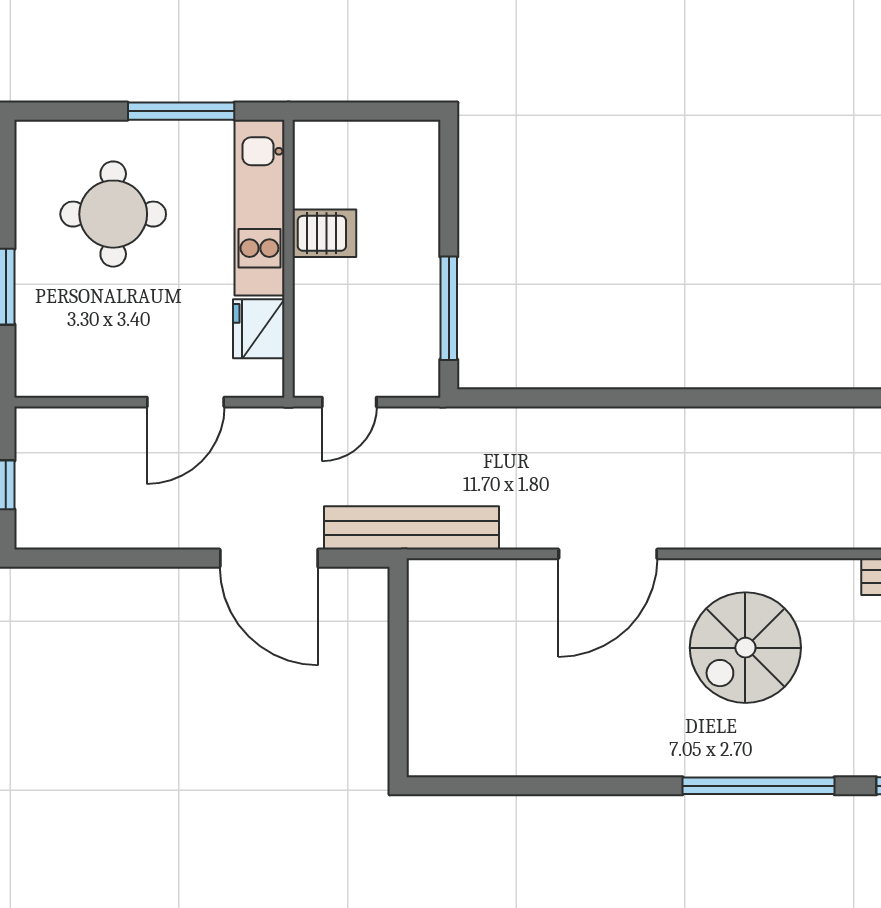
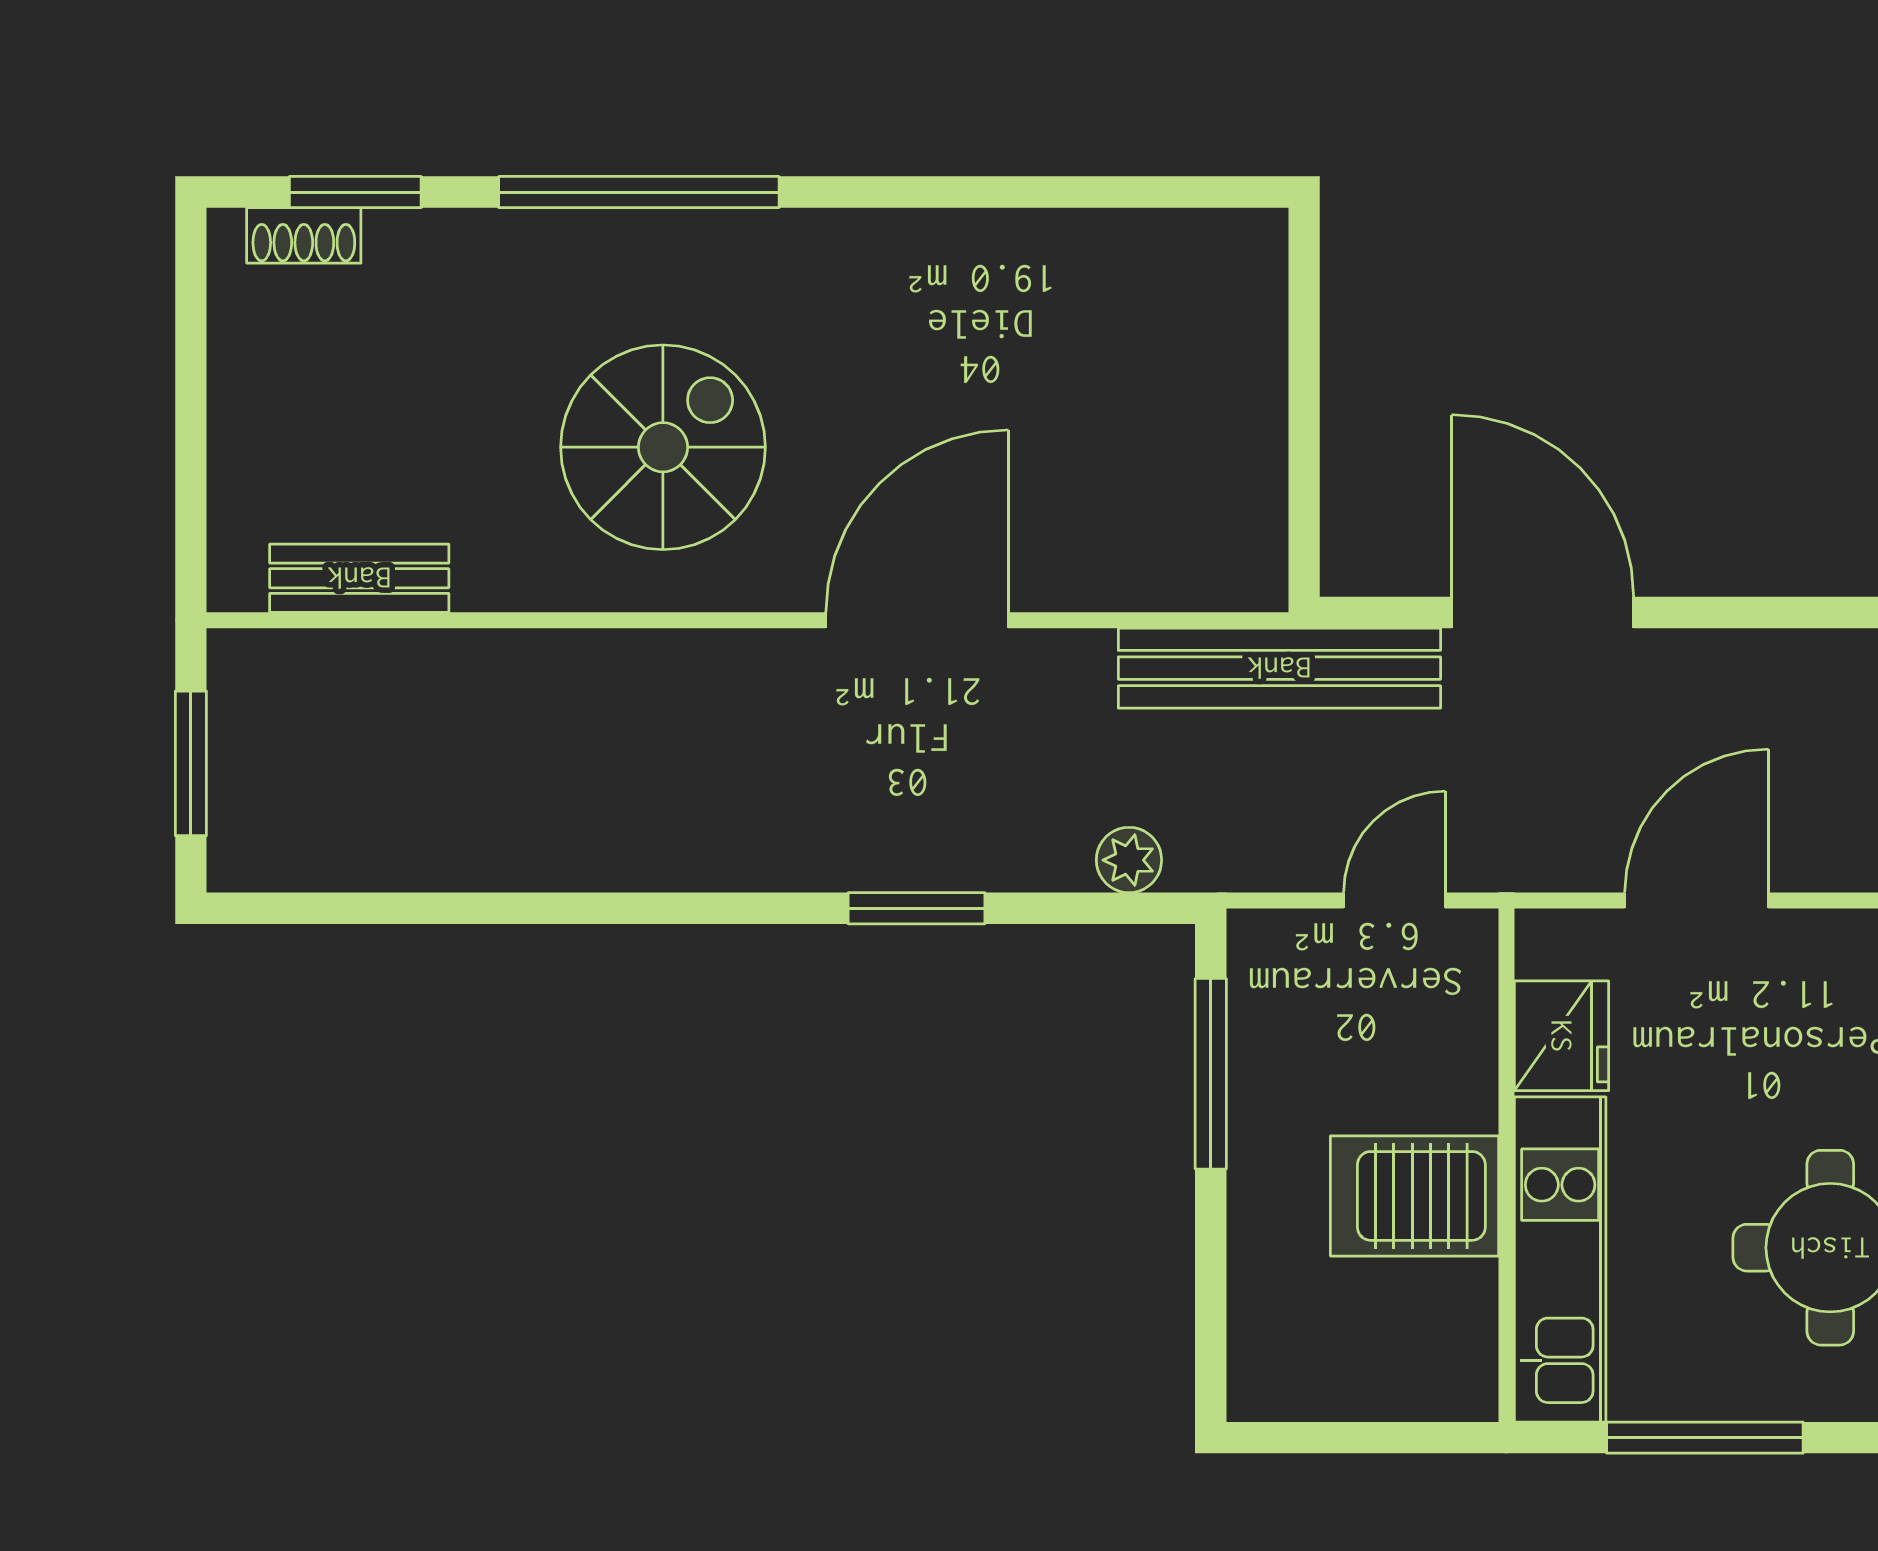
server rack: (324, 233) -> (1415, 1196), width x1.36, depth x1.44
window: (608, 398) -> (916, 908), added
plant: (493, 424) -> (1129, 860), added

